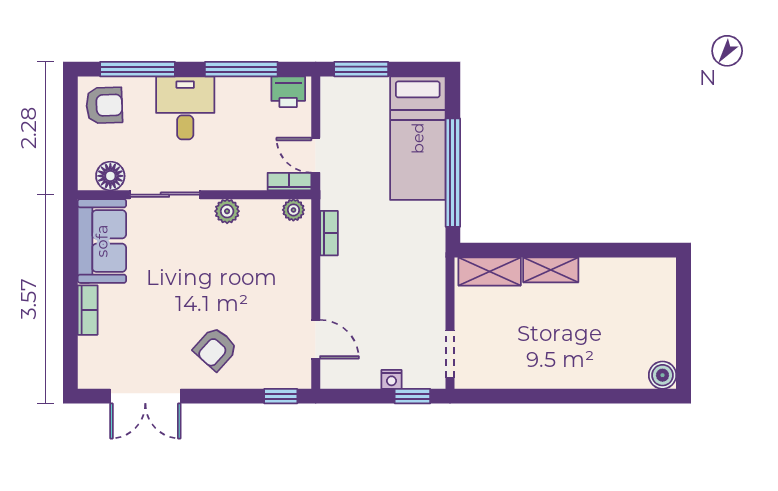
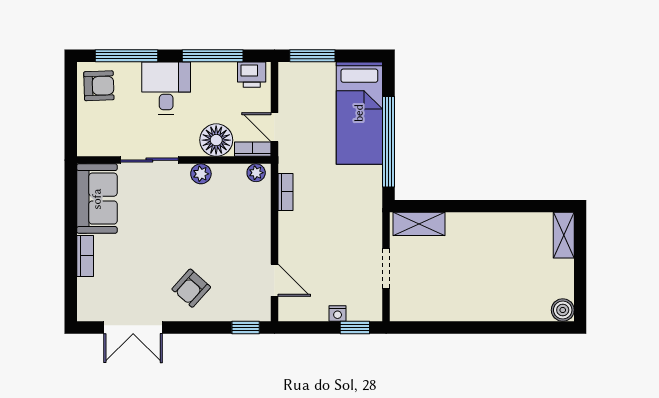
floor lamp: (110, 176) -> (216, 140), moved, width x1.38, depth x1.38
shelving: (551, 270) -> (564, 235), moved, turned 90
doorway: (450, 354) -> (386, 269), moved

